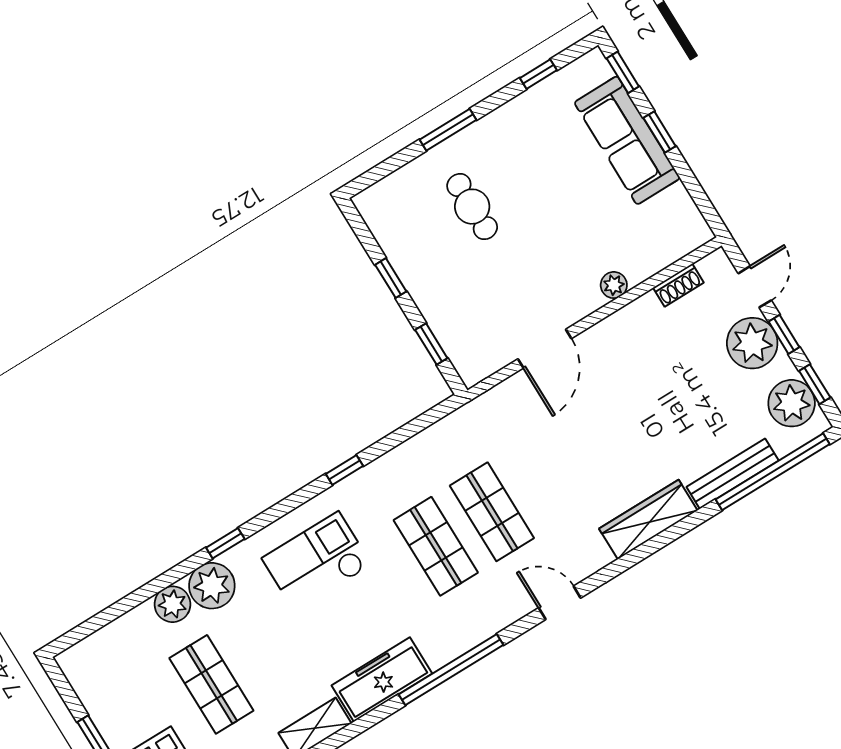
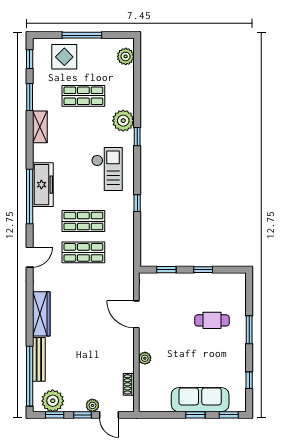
plant: (752, 343) -> (92, 405), width x0.53, depth x0.53
plant: (172, 604) -> (126, 56), moved
freezer: (382, 680) -> (43, 185), moved

